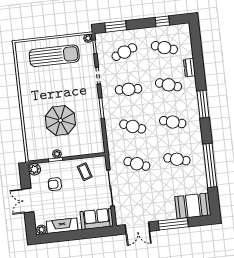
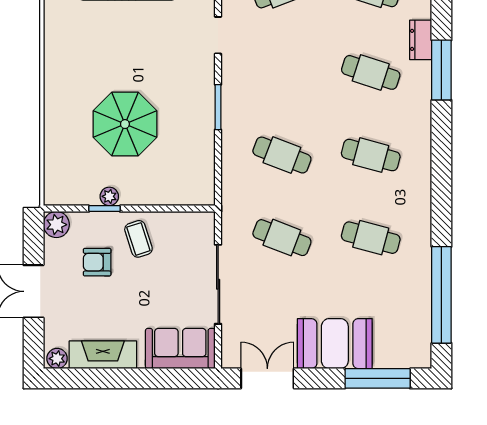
cafe table: (129, 89) -> (282, 72), removed
window: (203, 104) -> (441, 70), moved
window: (210, 165) -> (441, 295), moved
coffee table: (85, 172) -> (138, 239), moved
booth: (193, 206) -> (335, 344), moved
window: (173, 224) -> (378, 378), moved
double door: (137, 228) -> (267, 378), swing flipped

